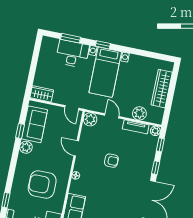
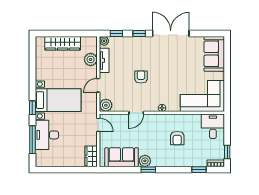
window: (71, 38) -> (32, 140), width x1.44
door: (72, 108) -> (98, 125), hinge flipped
window: (20, 131) -> (148, 170), moved
armchair: (42, 184) -> (177, 138), width x0.53, depth x0.53

